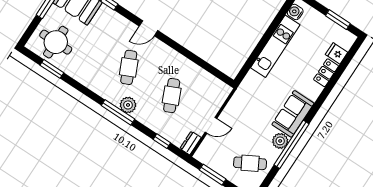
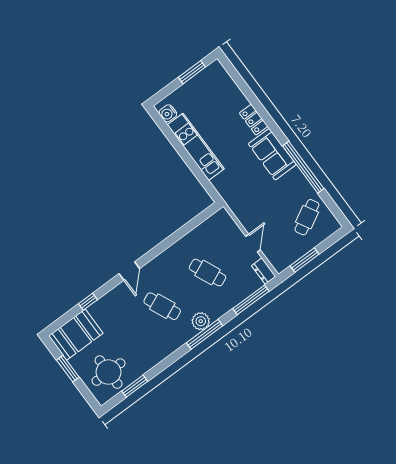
fridge: (337, 53) -> (226, 86), removed
locker: (326, 73) -> (254, 120), moved
window: (162, 141) -> (251, 300), width x2.17
plant: (280, 141) -> (295, 178), removed

